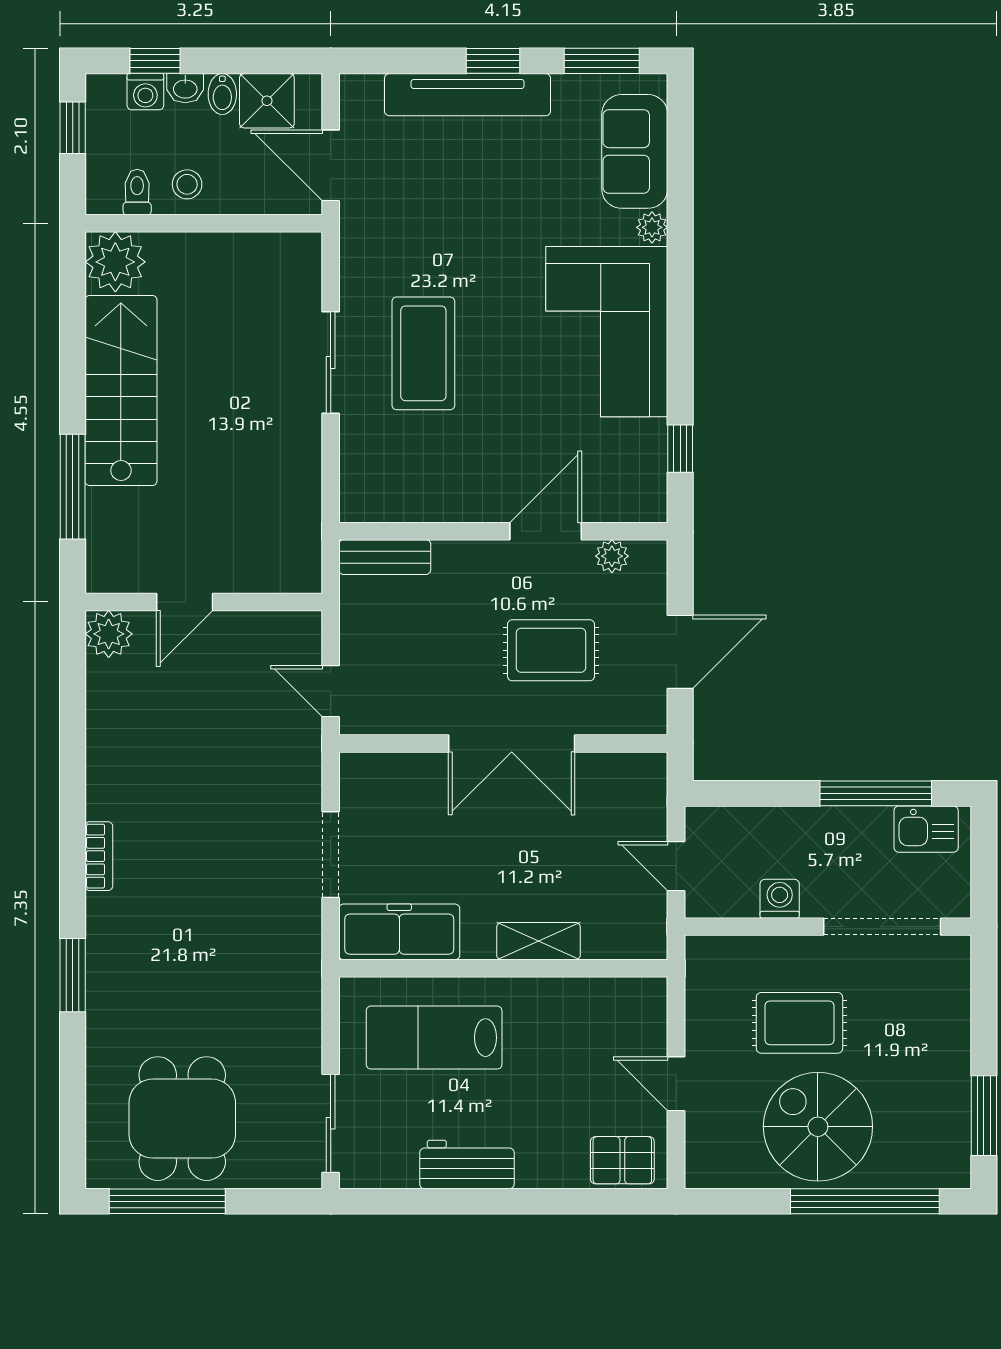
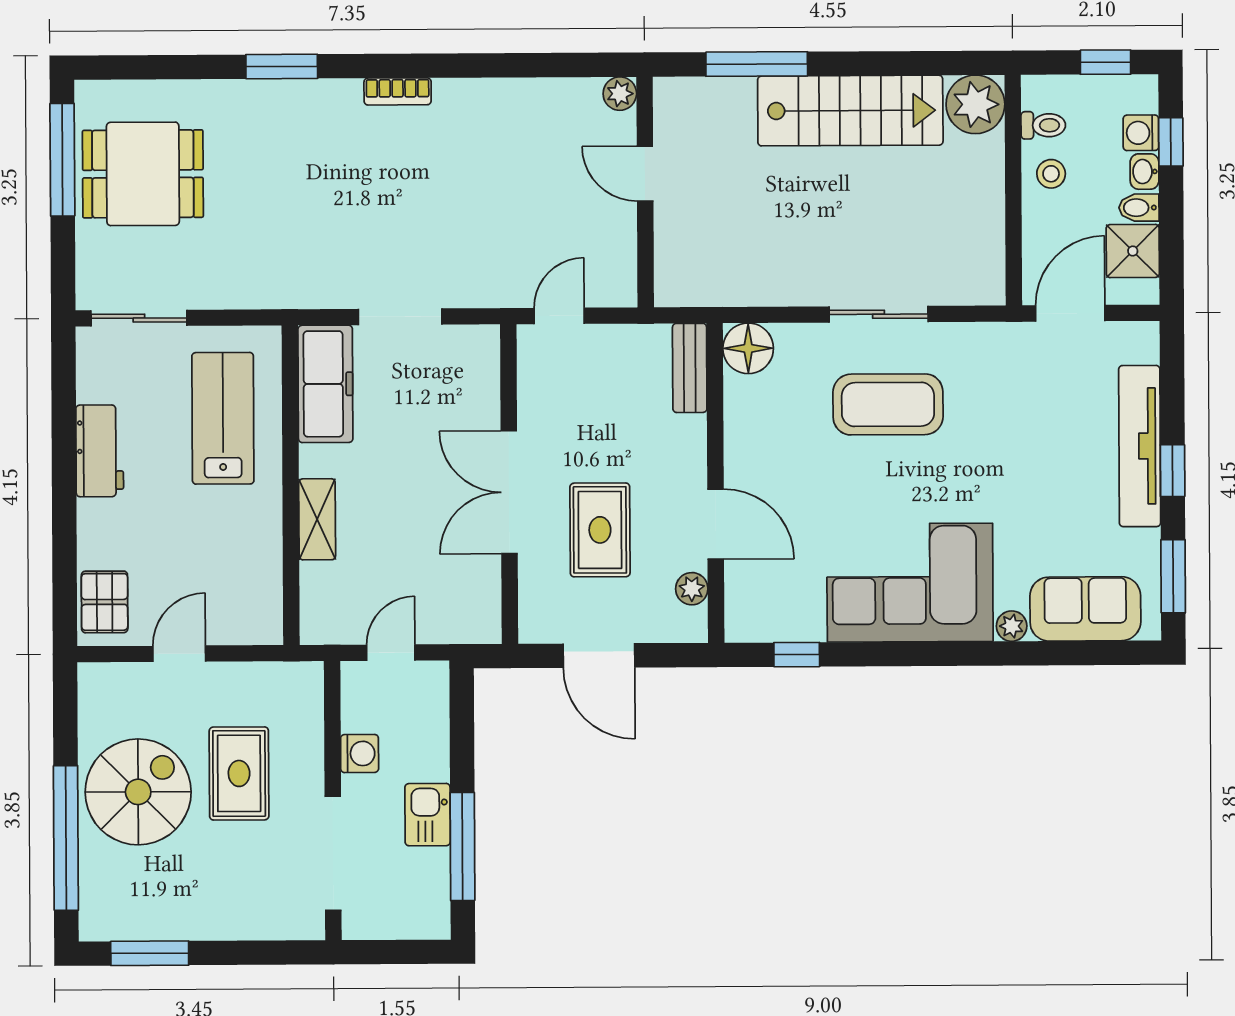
floor lamp: (365, 497) -> (748, 348), added
plant: (109, 634) -> (620, 94), width x0.73, depth x0.73
kitchen sink: (926, 829) -> (428, 815), moved

